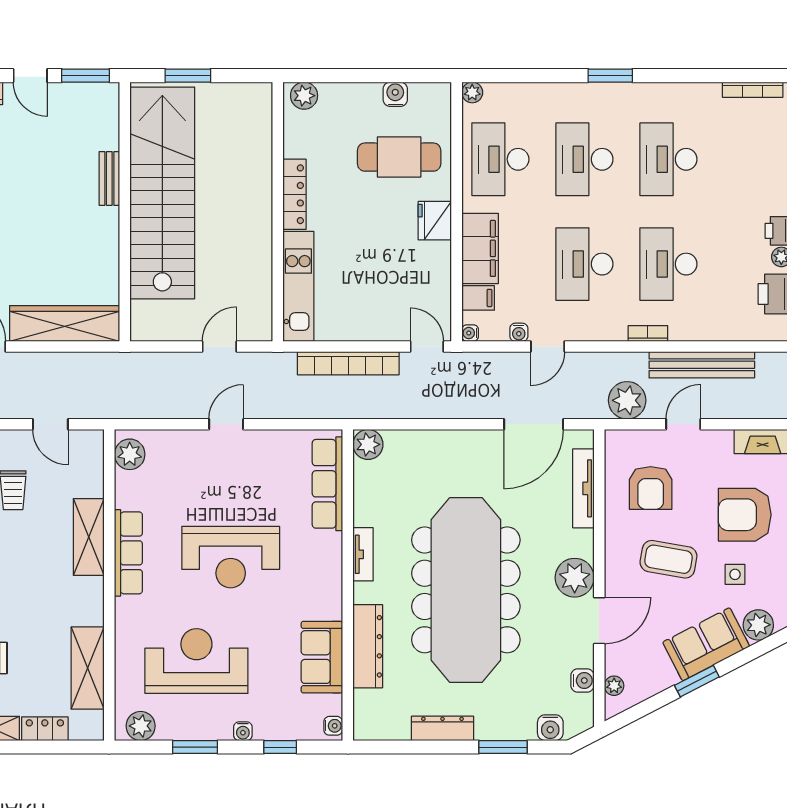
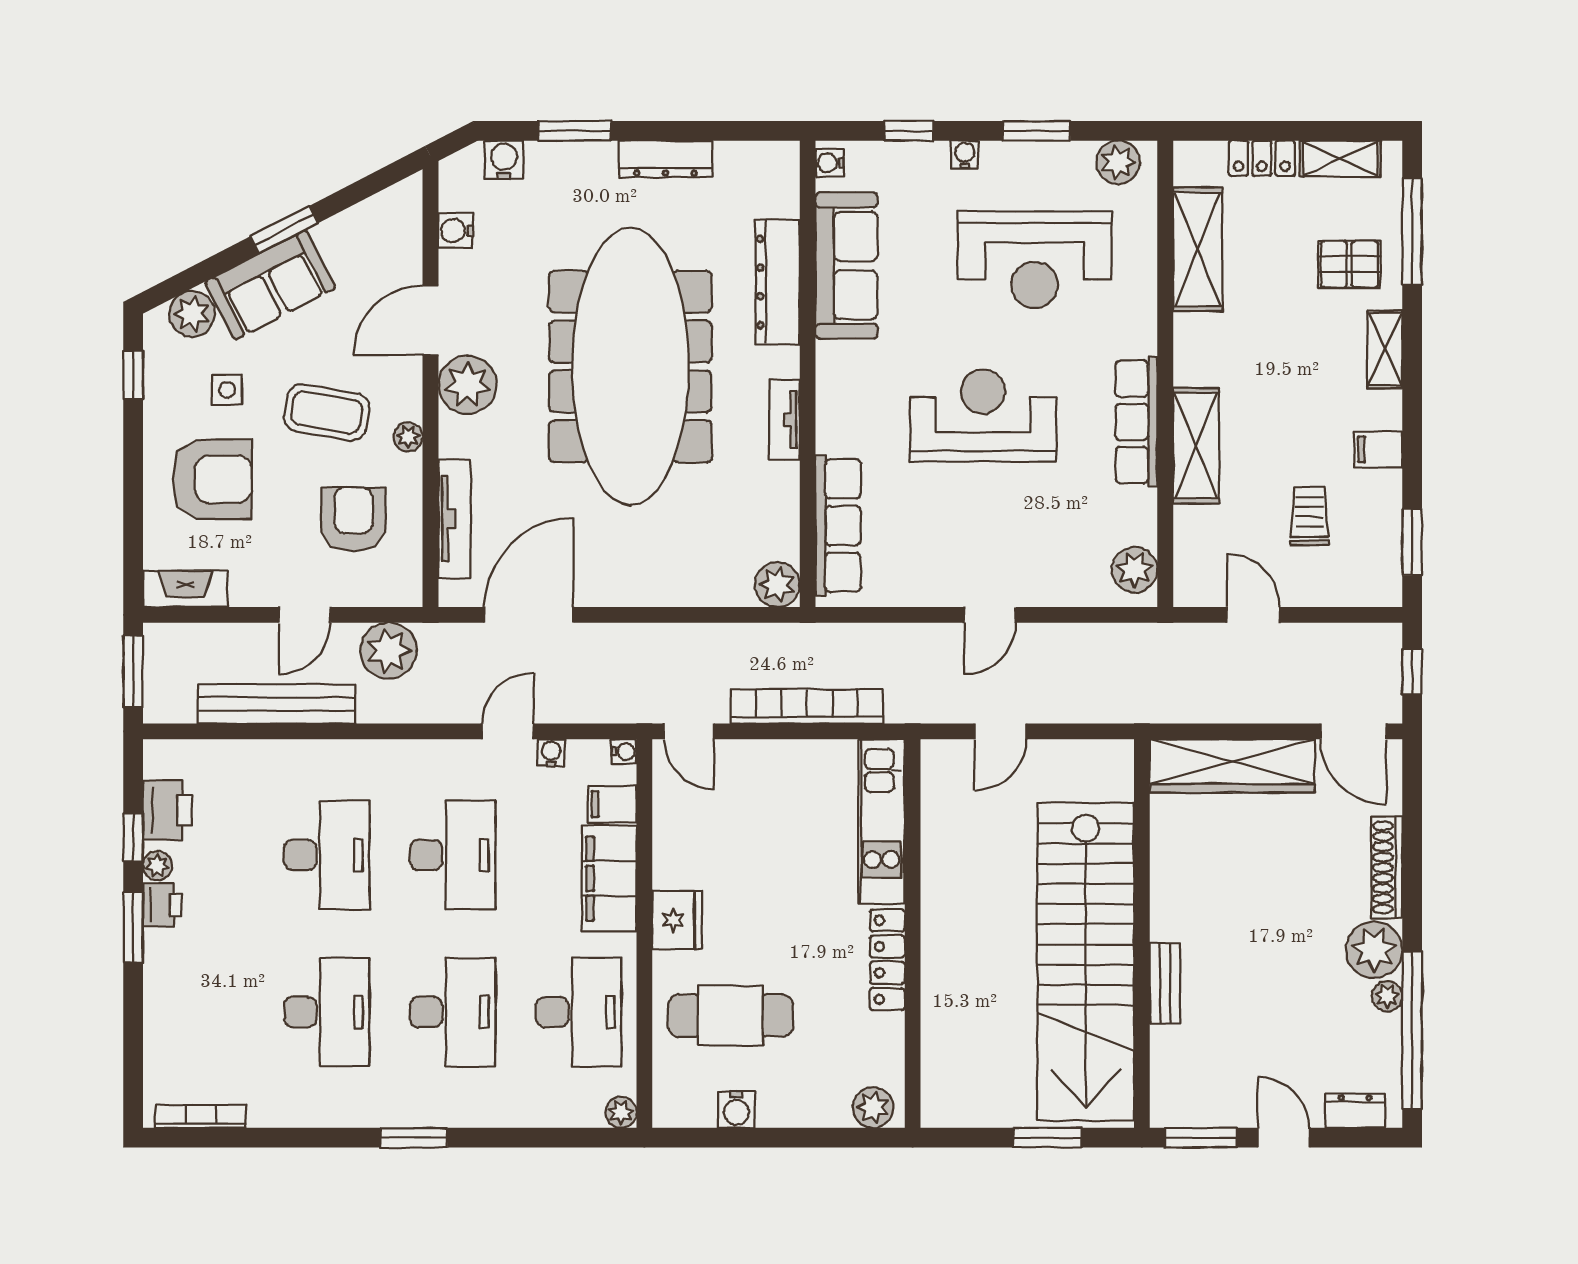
bookcase: (648, 333) -> (357, 751), removed
sofa: (322, 657) -> (846, 266), width x1.36
plant: (614, 686) -> (408, 437), moved

